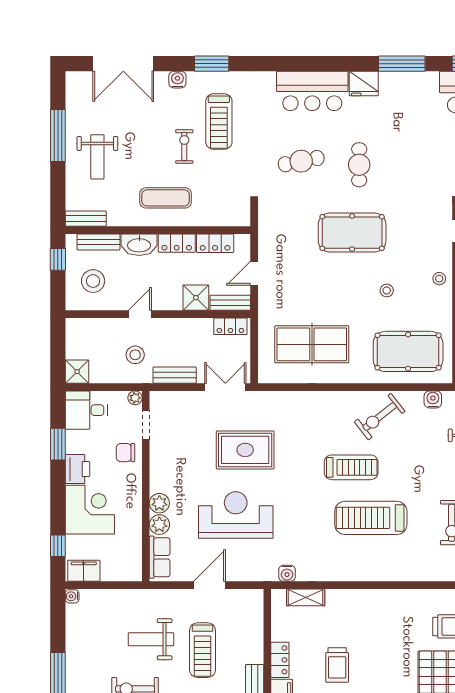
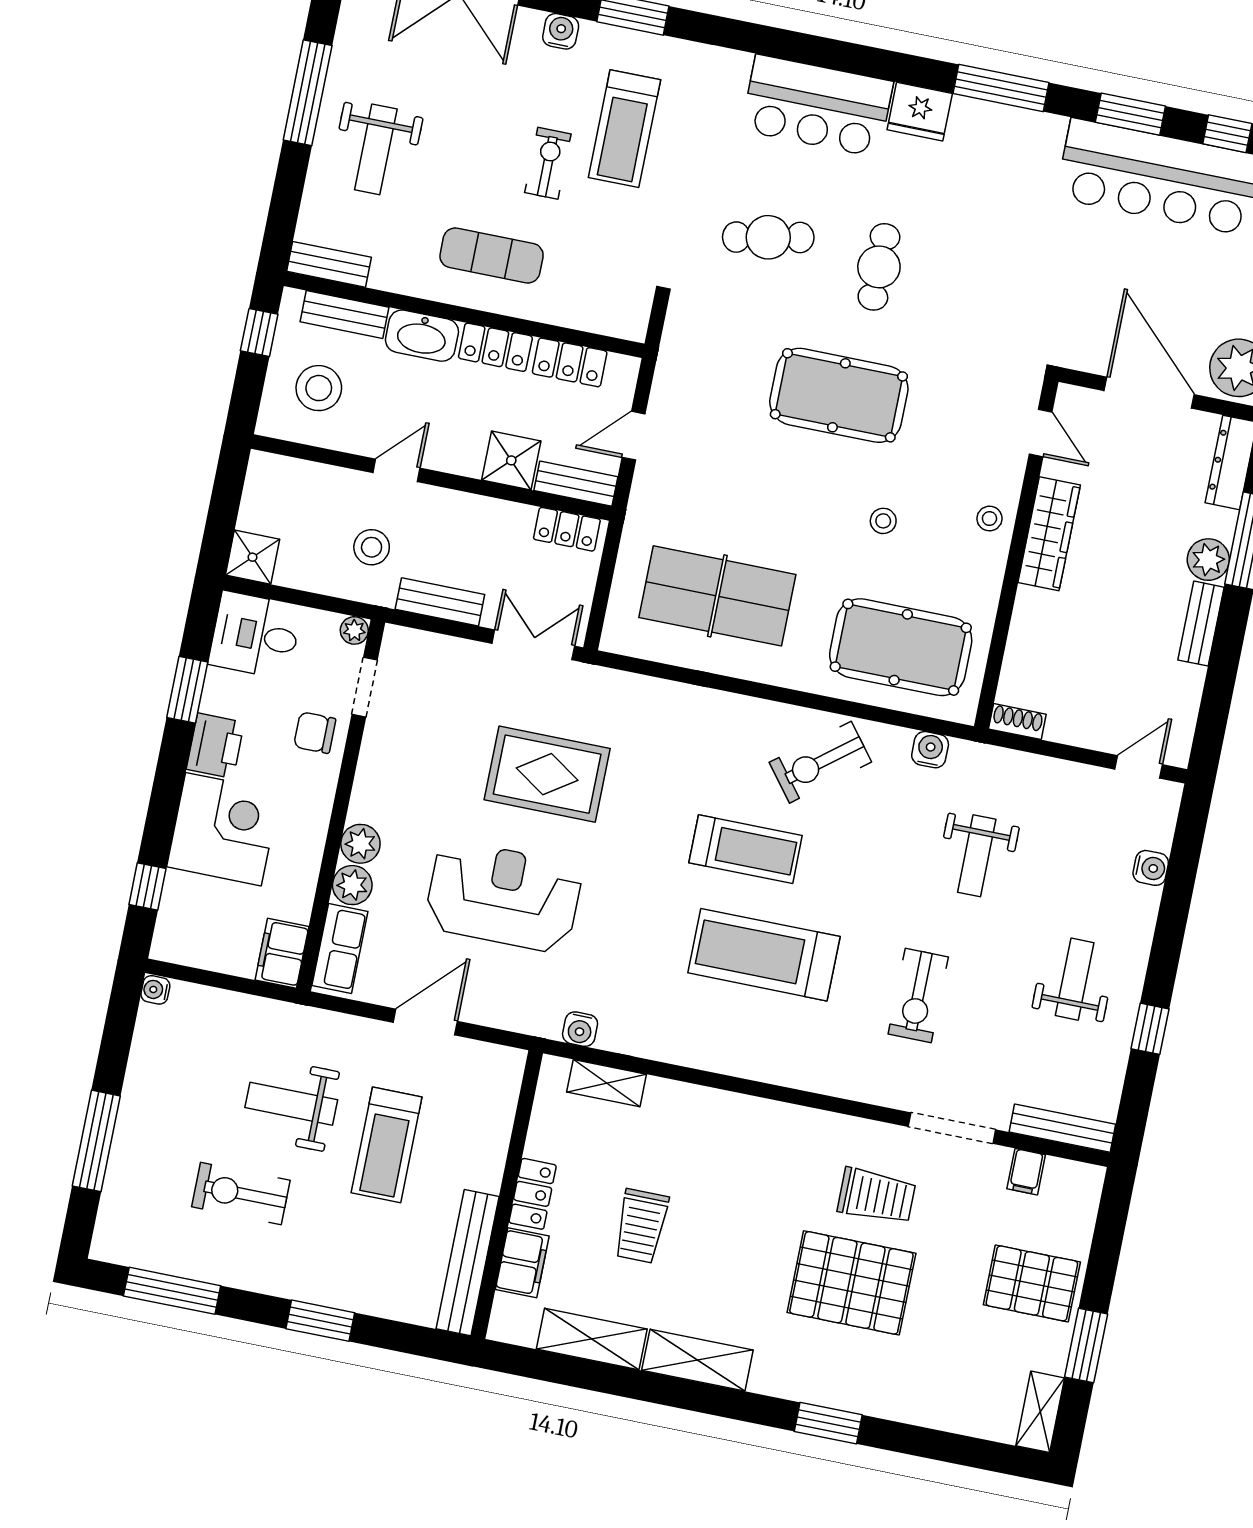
filing cabinet: (84, 571) -> (282, 953), moved, turned -90

